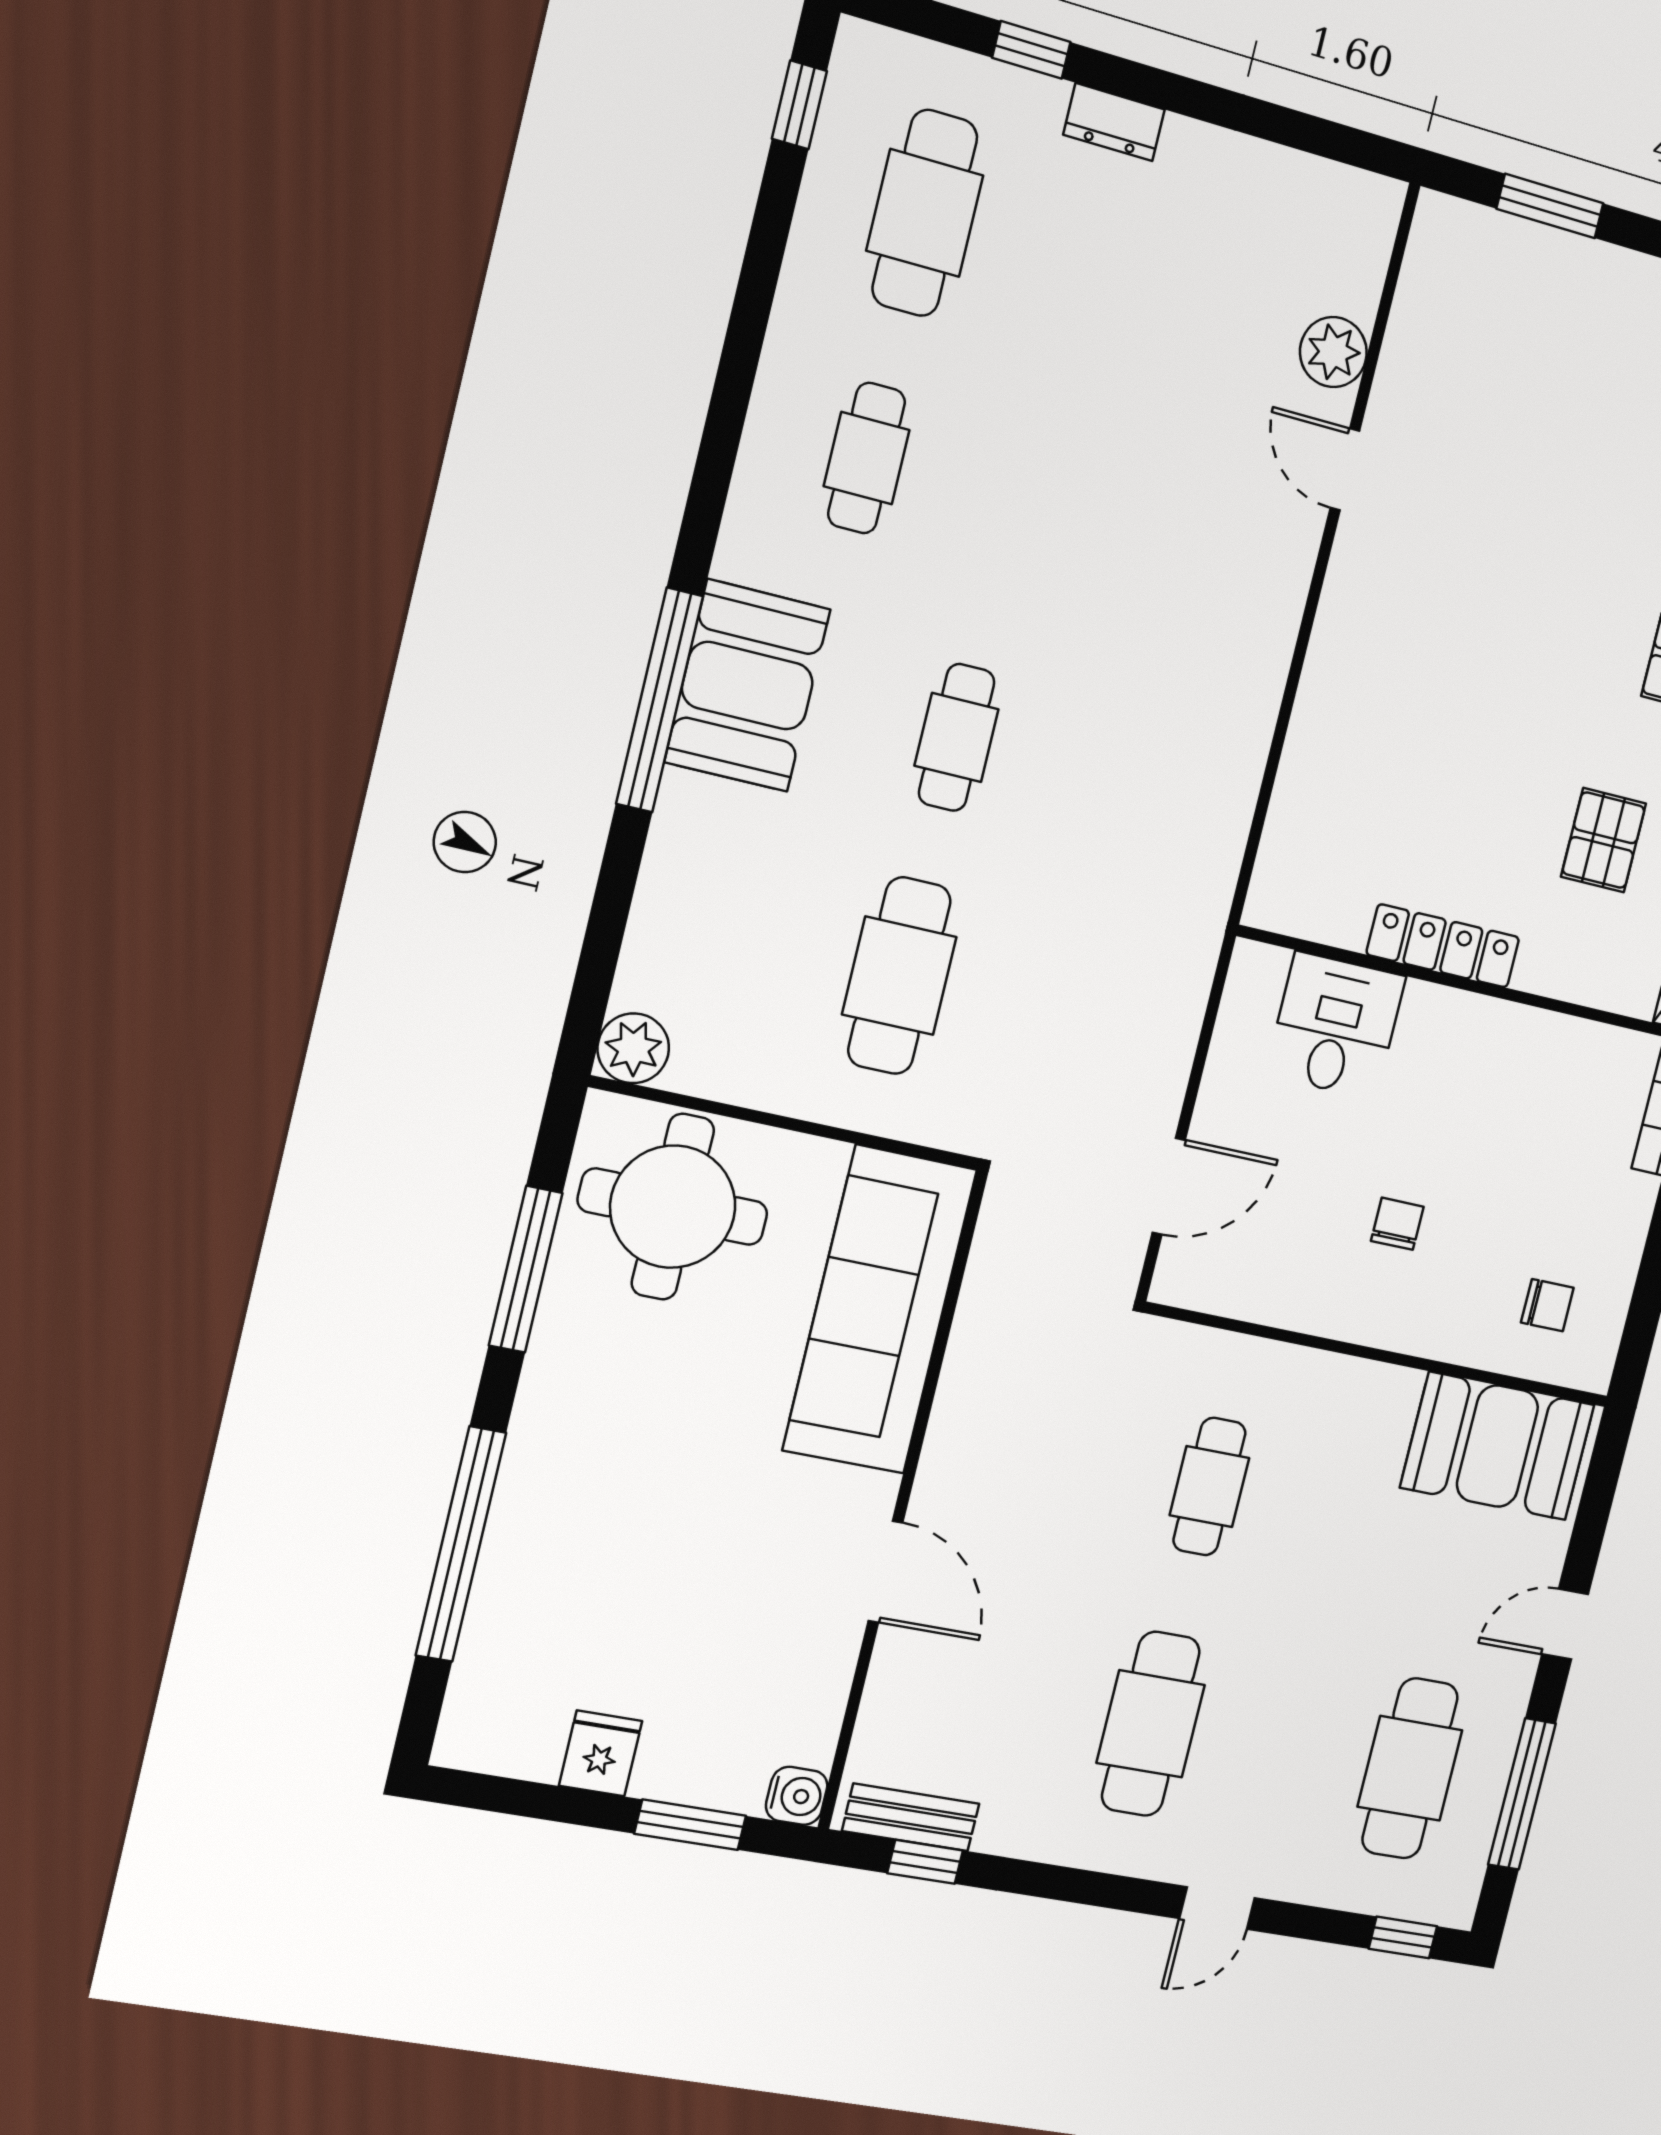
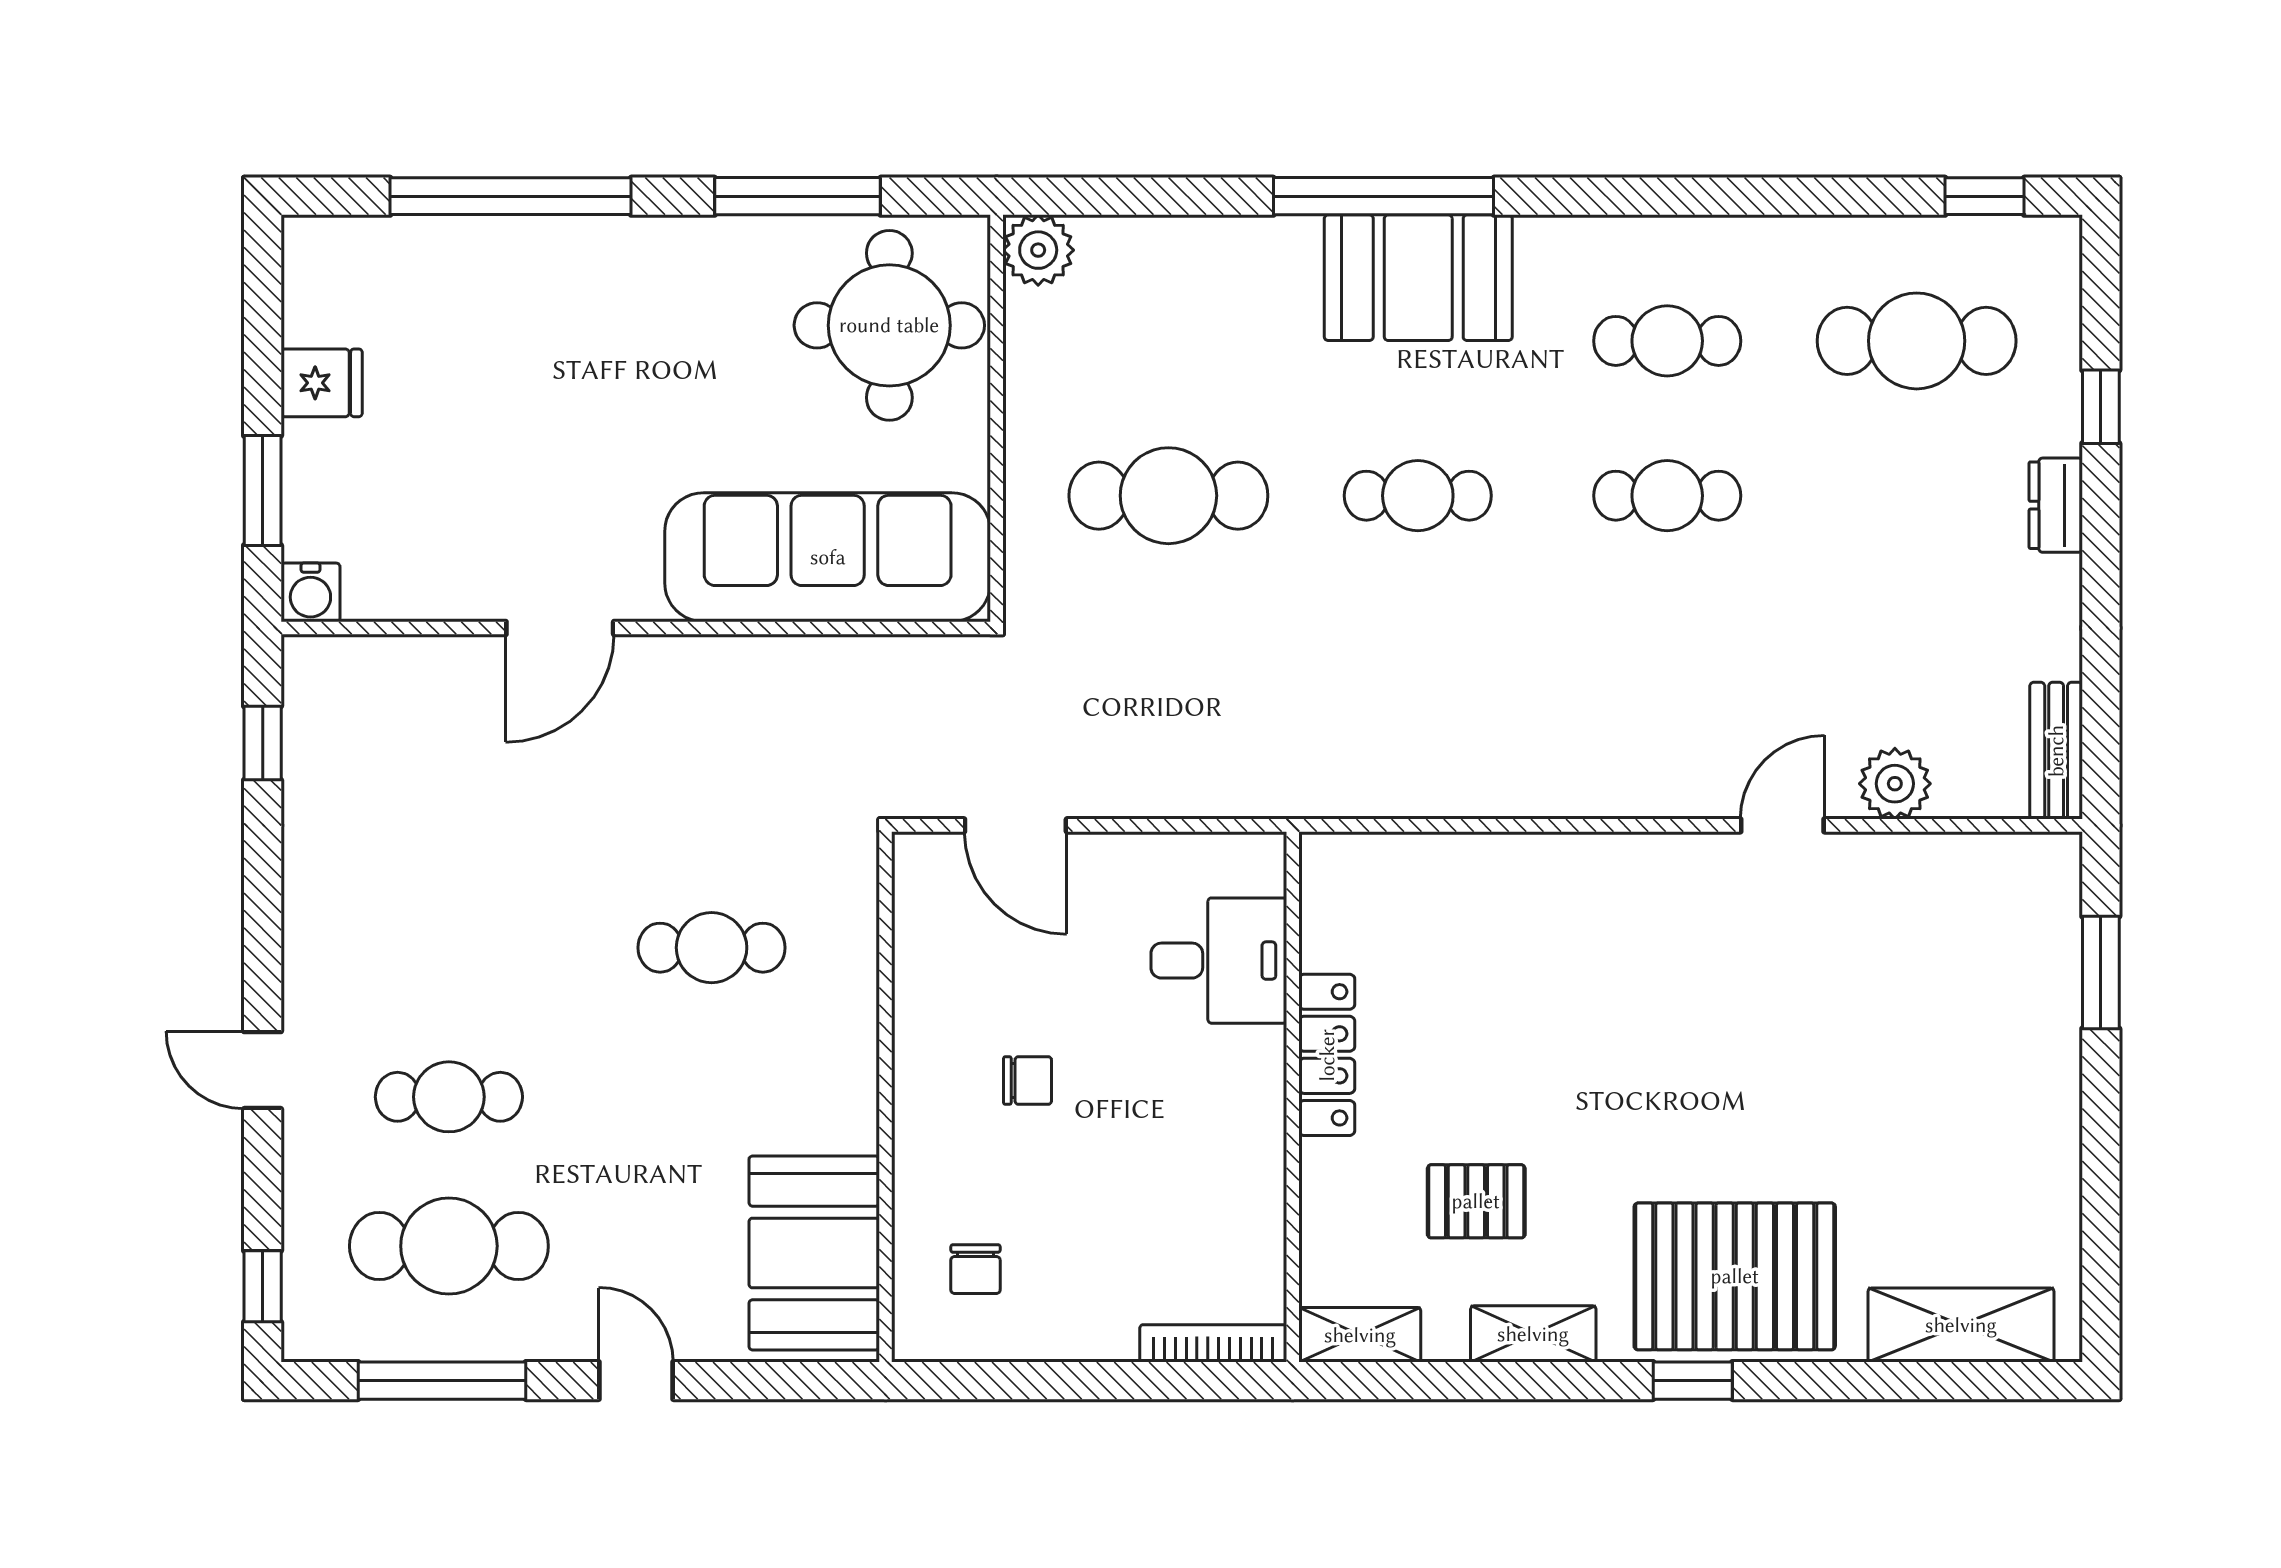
cafe table: (1014, 497) -> (1667, 496), added
cafe table: (1151, 1724) -> (449, 1097), moved, width x0.73, depth x0.74
bench: (911, 1817) -> (2056, 751), moved

